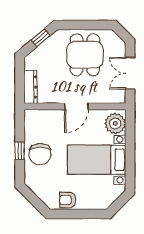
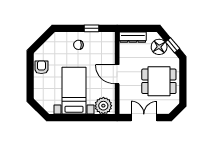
floor lamp: (42, 55) -> (159, 47), added
window: (20, 151) -> (92, 28), moved
chair: (40, 154) -> (78, 45), width x0.54, depth x0.54

